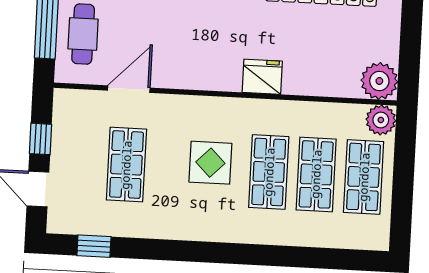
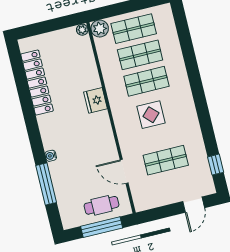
plant: (379, 81) -> (82, 30), width x0.53, depth x0.53
window: (40, 139) -> (166, 211), removed

